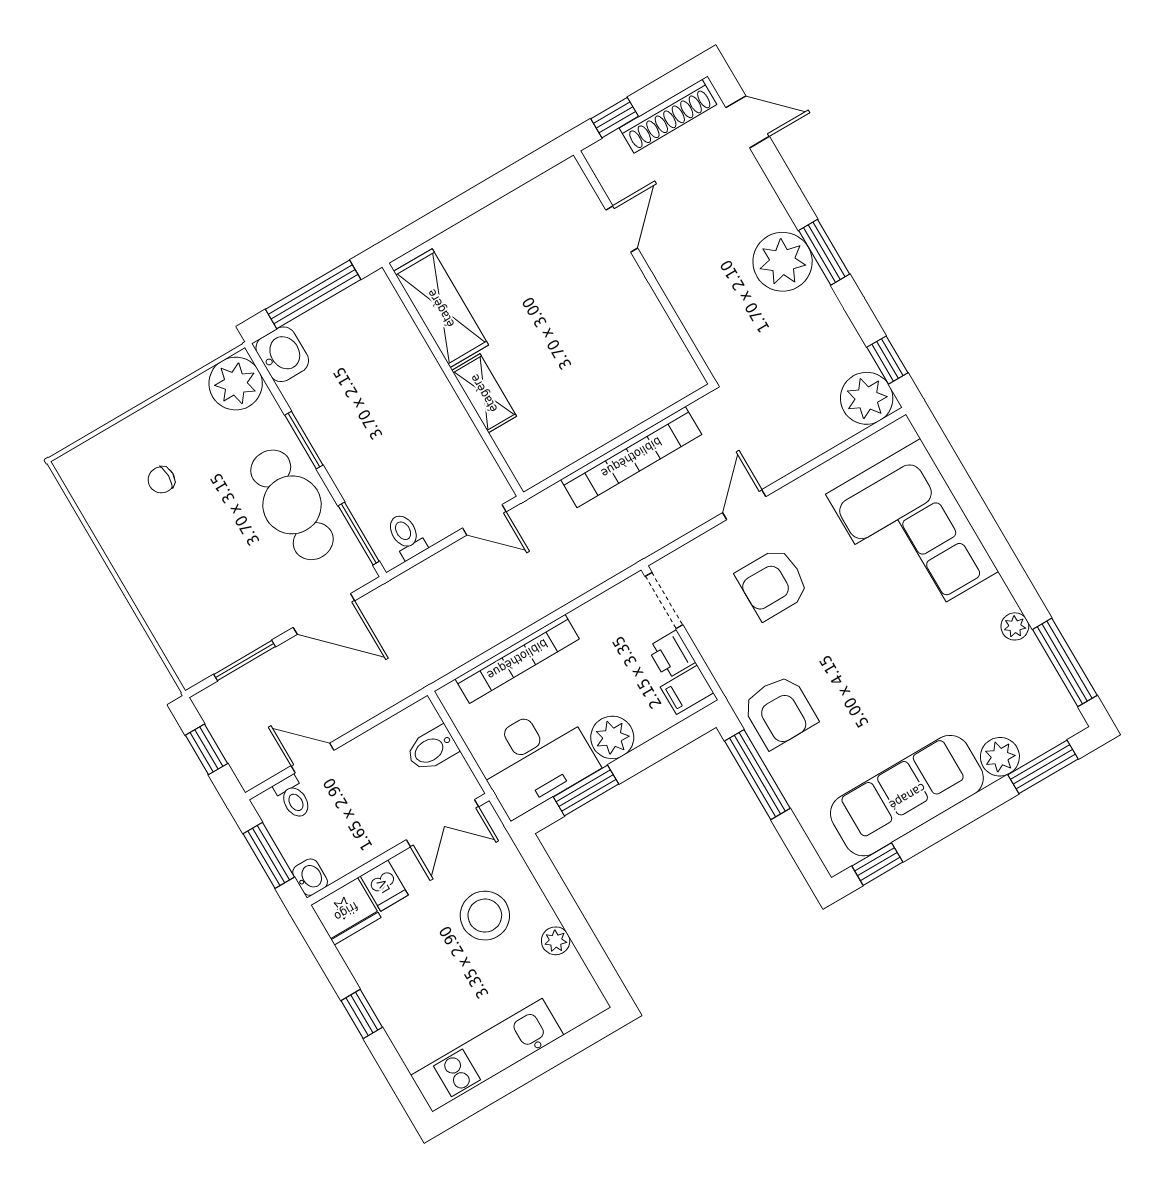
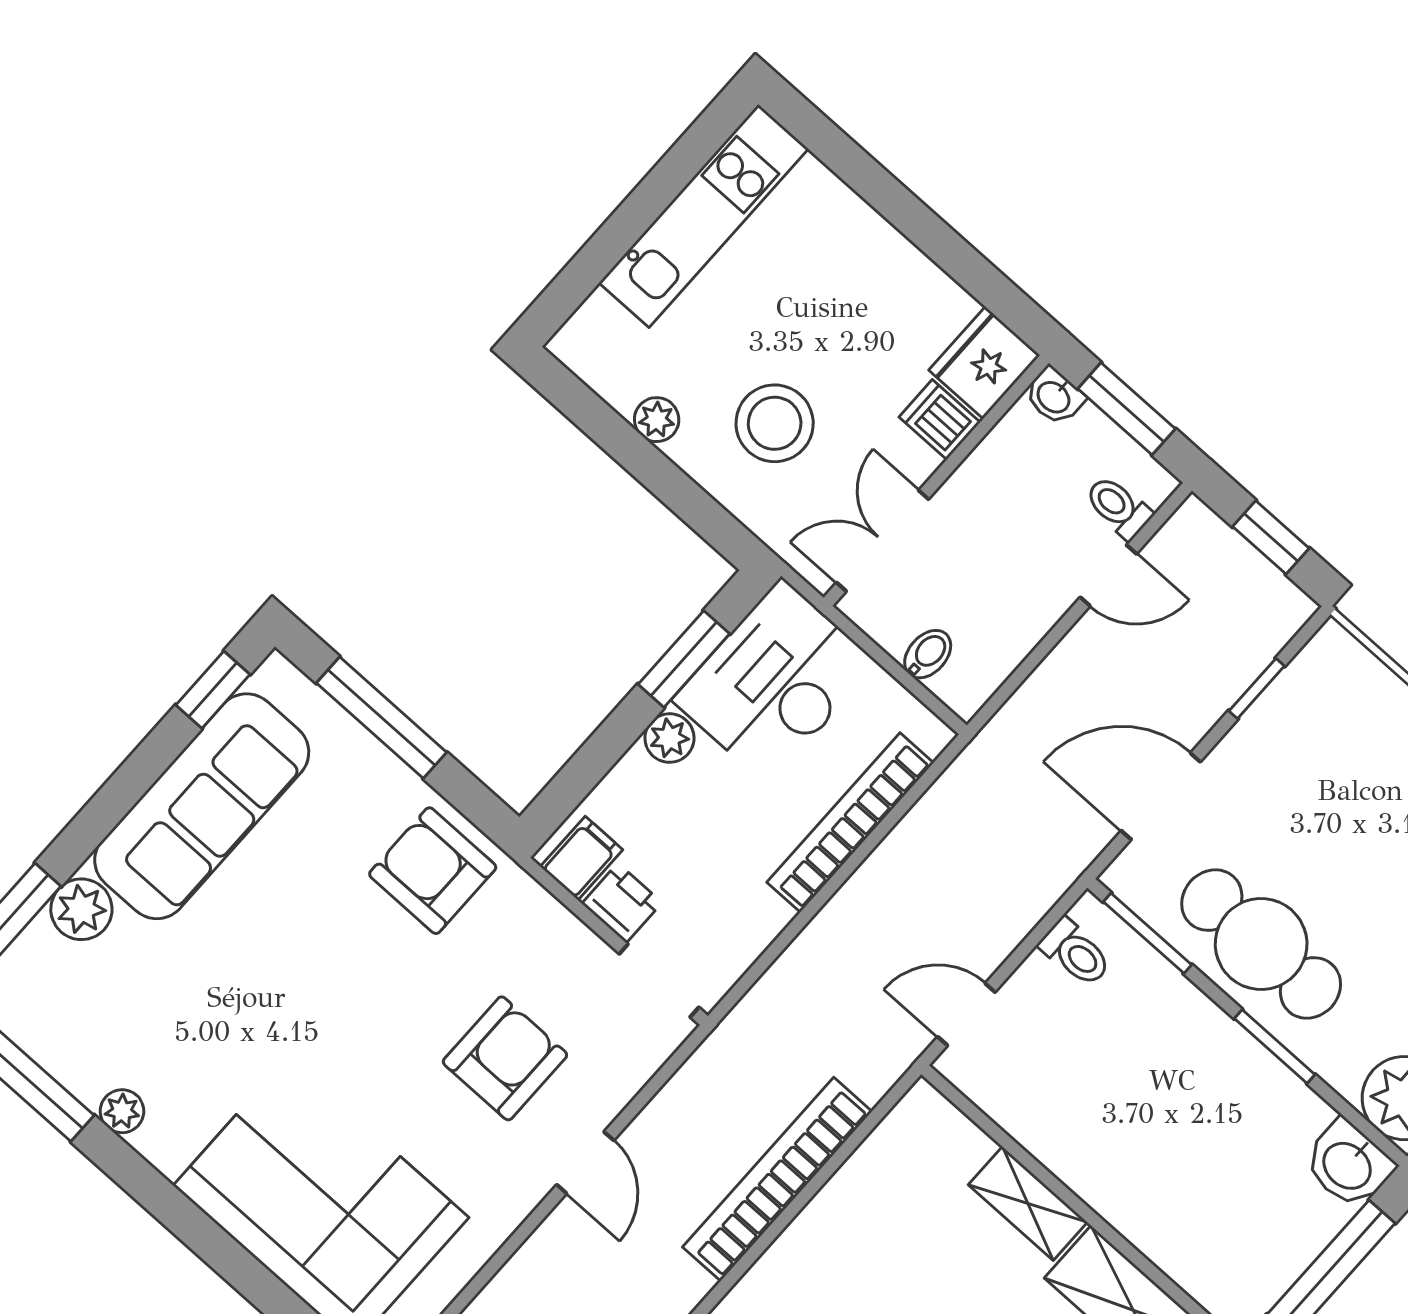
window: (245, 661) -> (1257, 688), width x0.67
plant: (612, 737) -> (669, 738), width x0.73, depth x0.73
bidet: (432, 749) -> (928, 654), width x0.72, depth x0.74
window: (757, 775) -> (381, 718), moved
window: (362, 1014) -> (911, 217), removed

